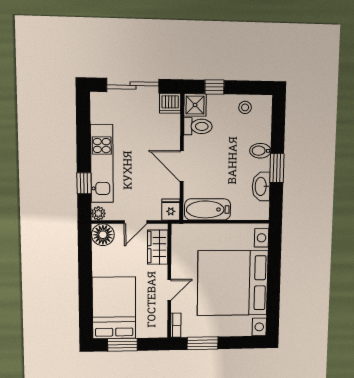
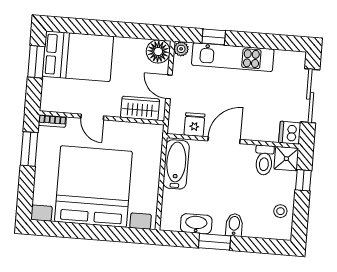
fridge: (171, 210) -> (194, 125), moved, turned -90

